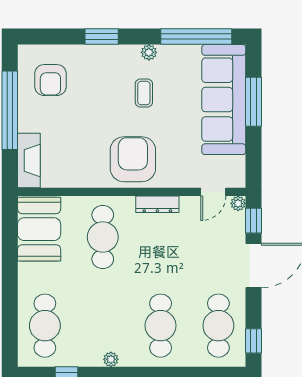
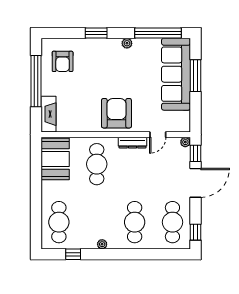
coffee table: (144, 93) -> (124, 70), removed
door: (213, 192) -> (158, 135), moved

